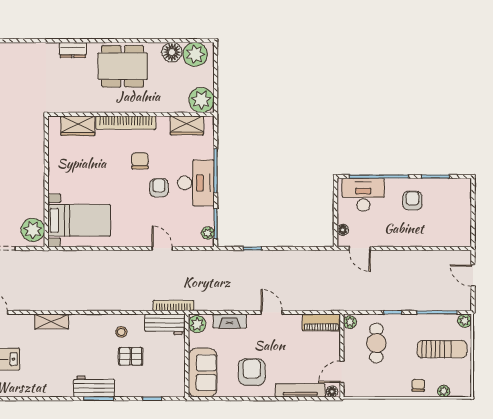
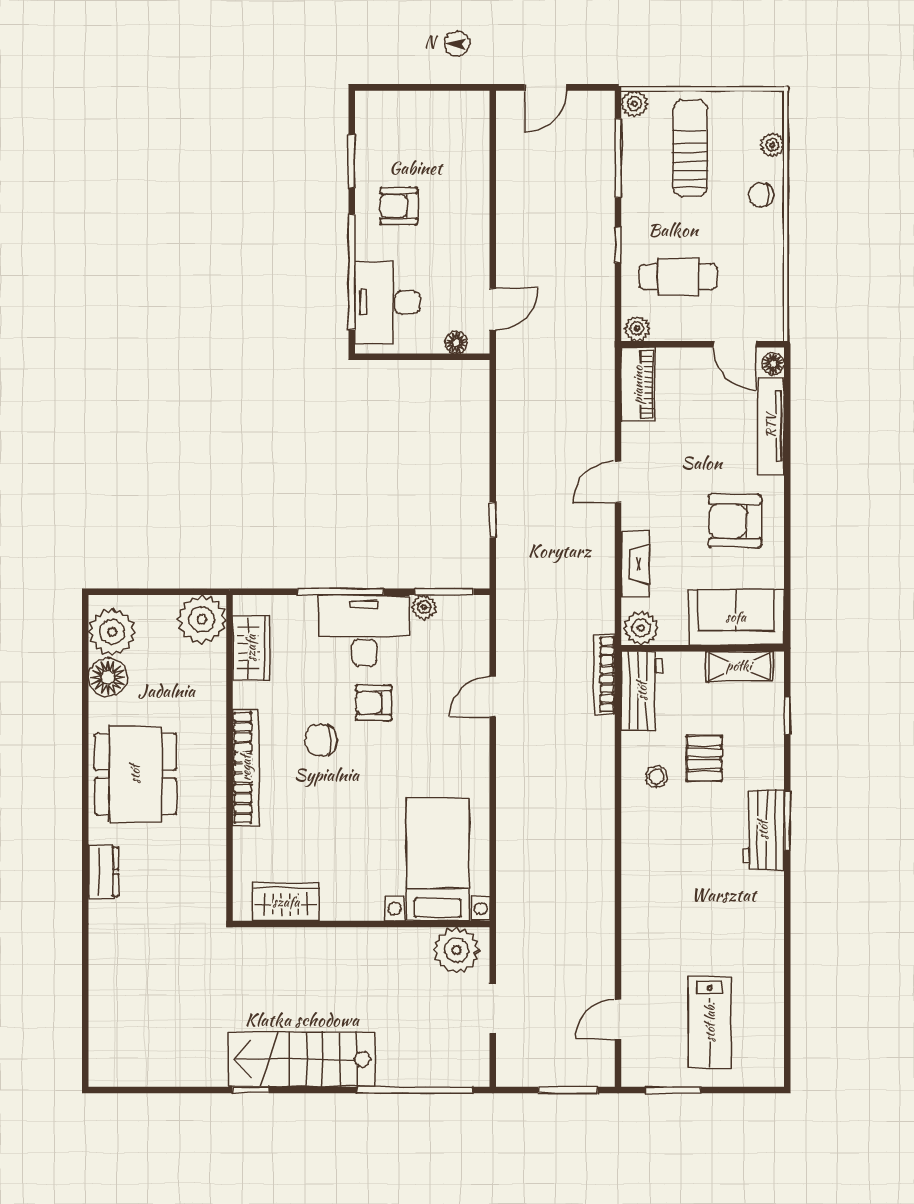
wardrobe: (78, 126) -> (286, 902), moved, turned -90
plant: (208, 233) -> (424, 607), moved
shelving: (52, 322) -> (739, 666), moved, turned 90

